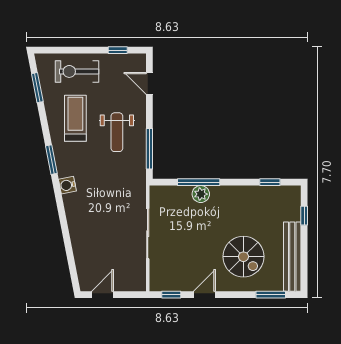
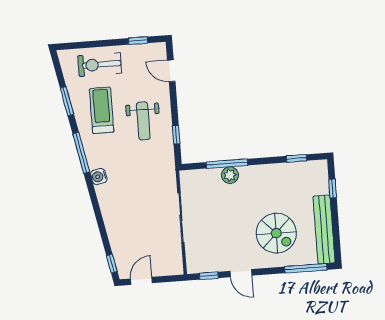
window: (37, 88) -> (67, 101), moved
window: (149, 149) -> (176, 135), width x0.46
window: (51, 160) -> (81, 153), width x1.44
window: (74, 275) -> (112, 264), added
door: (204, 295) -> (241, 273), swing flipped
window: (271, 295) -> (306, 268), width x1.44

